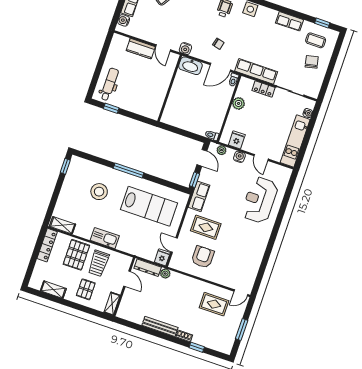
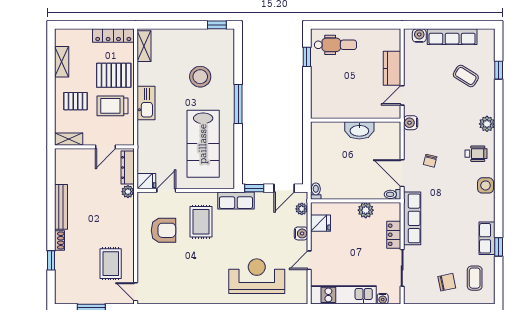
window: (322, 23) -> (499, 247), moved
washbasin: (190, 66) -> (359, 130), moved, turned -90

